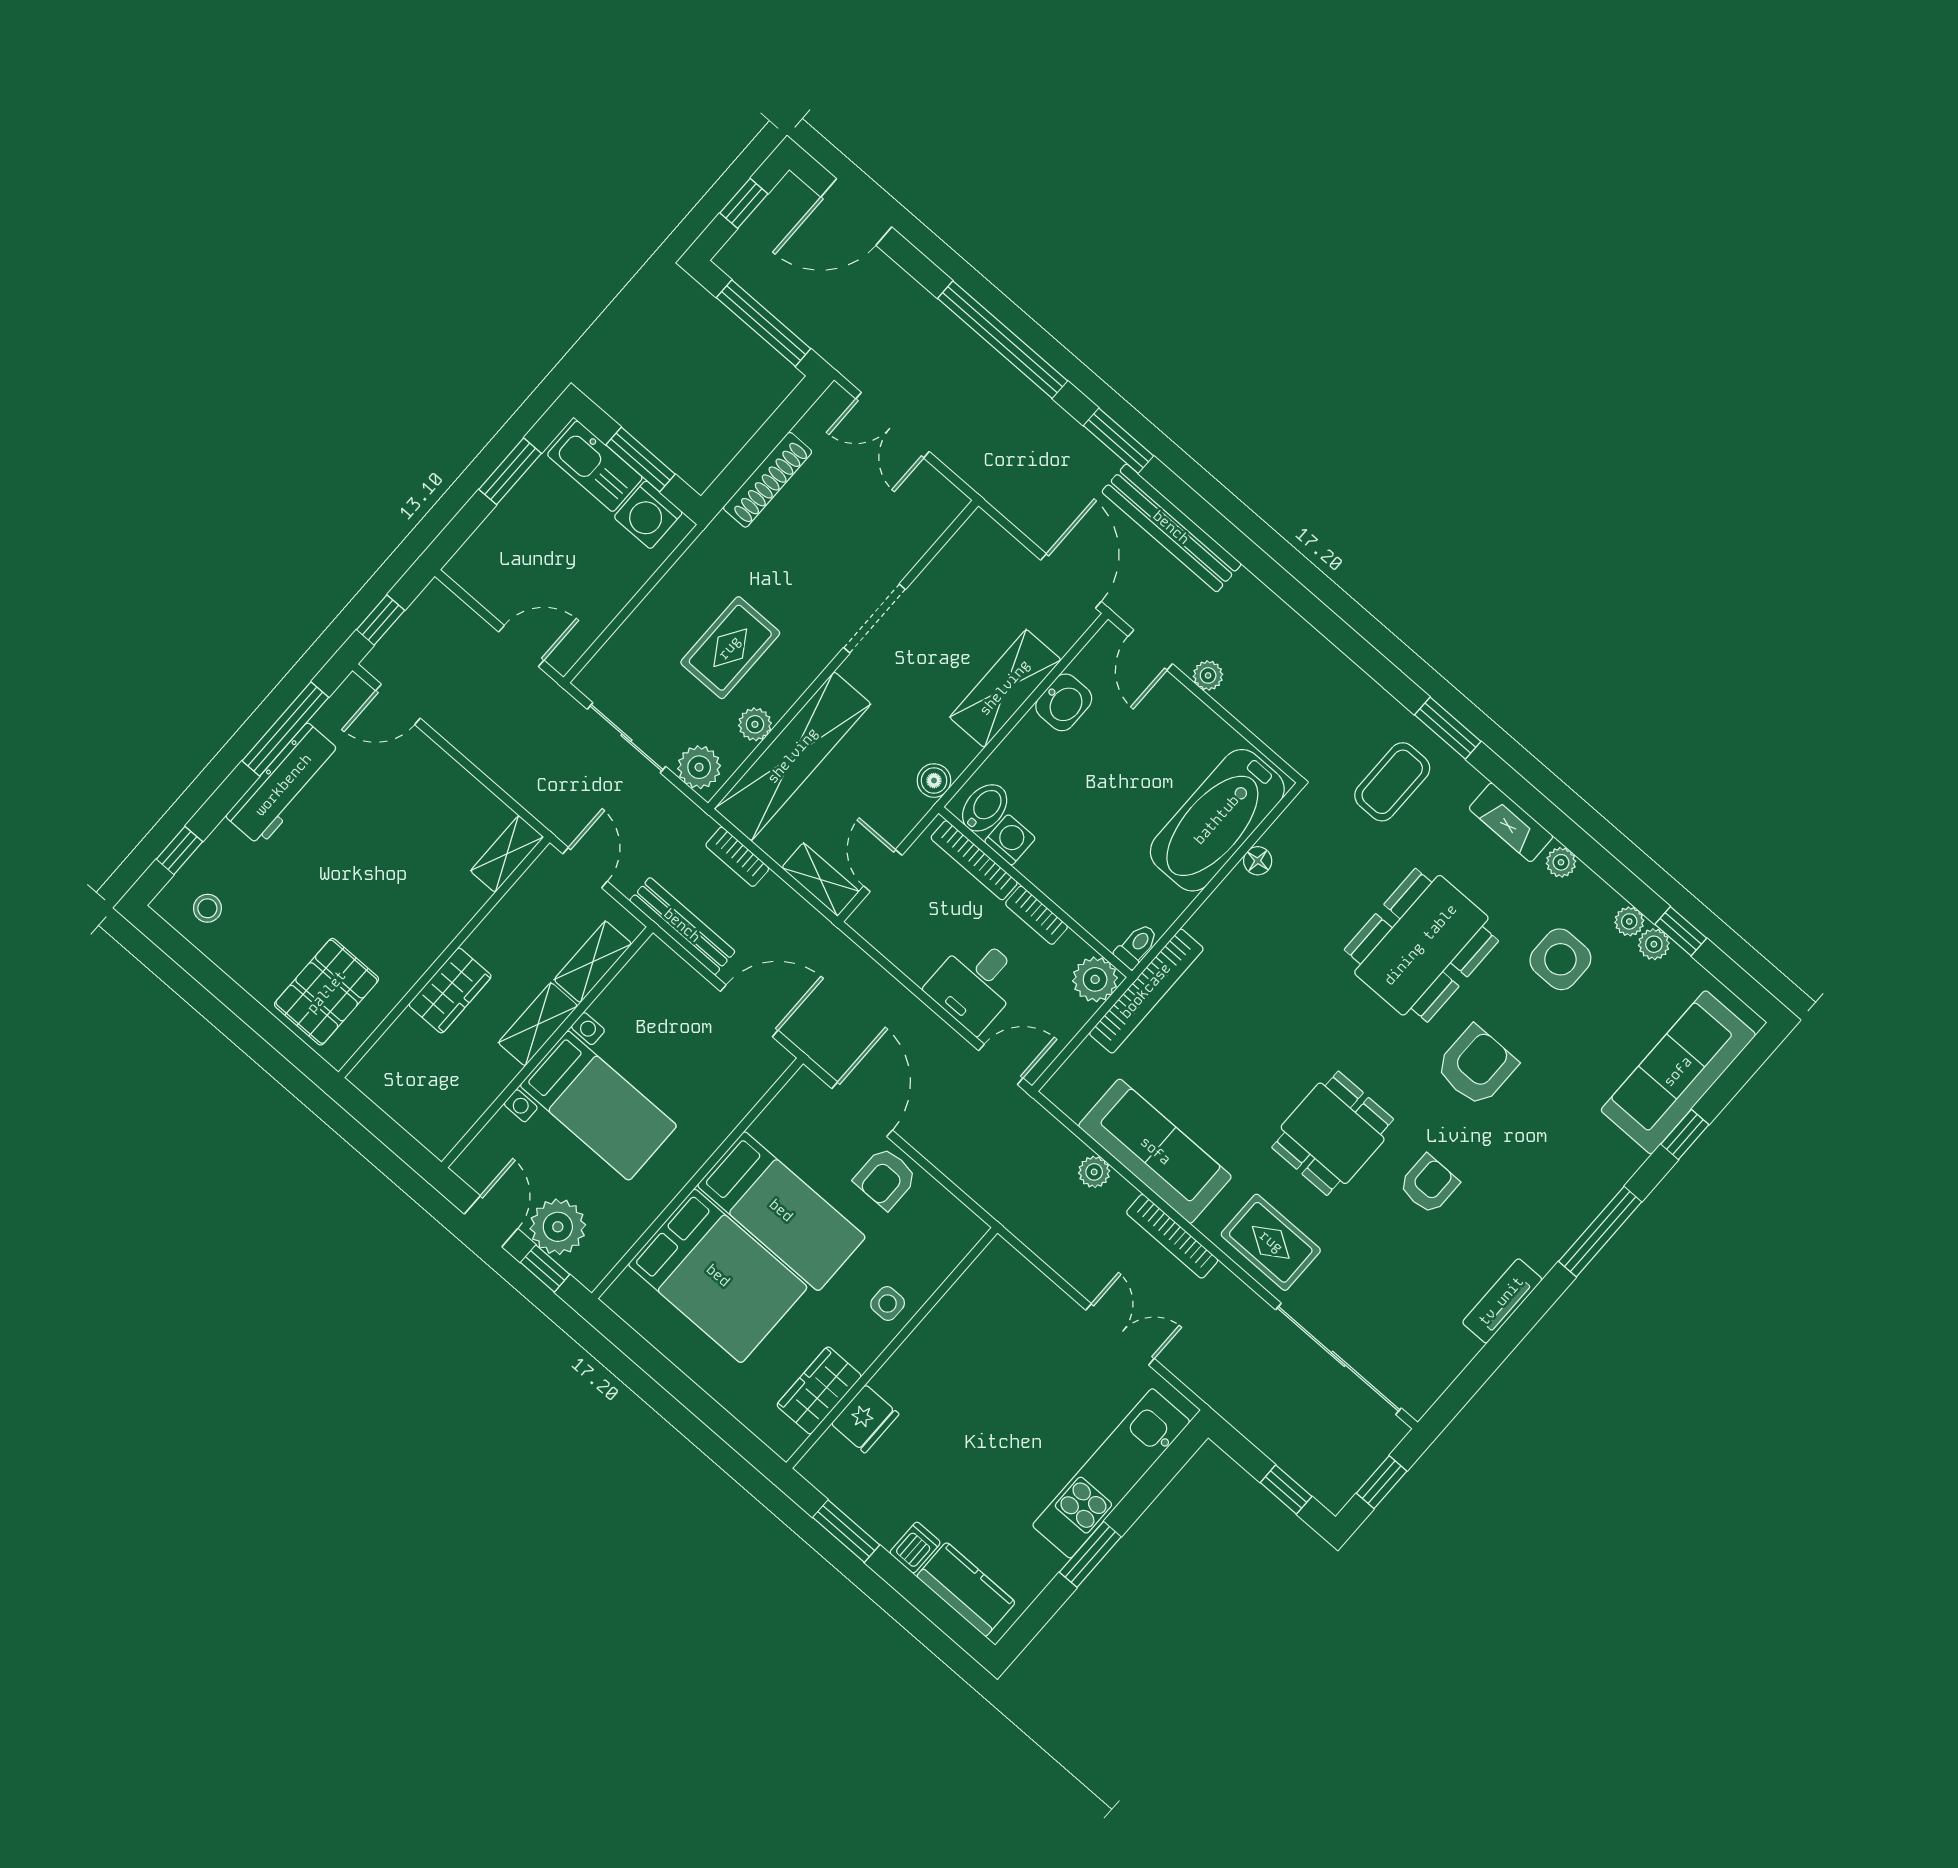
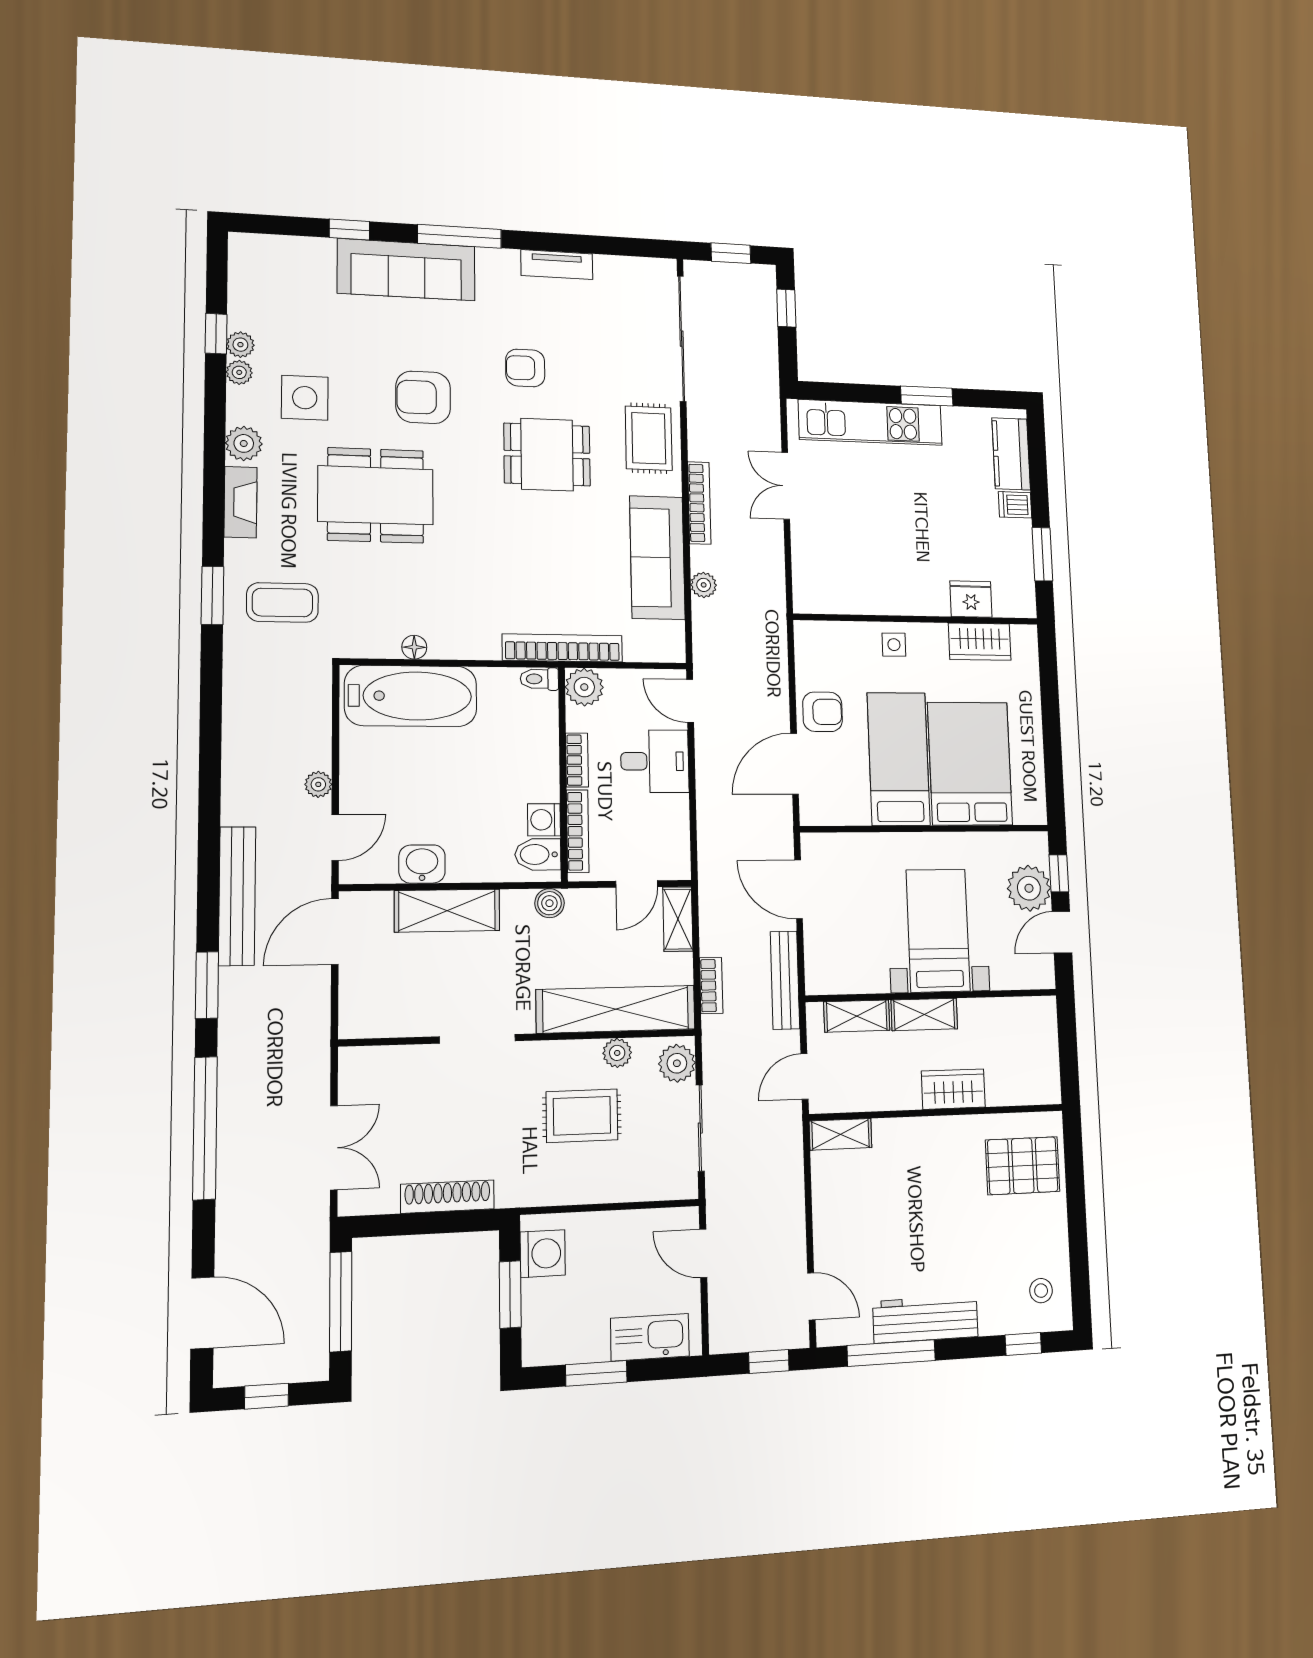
kitchen sink: (595, 466) -> (650, 1337), moved, turned -90
plant: (1561, 862) -> (244, 443), width x1.38, depth x1.38
sofa: (1678, 1072) -> (406, 270), moved

